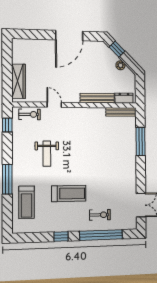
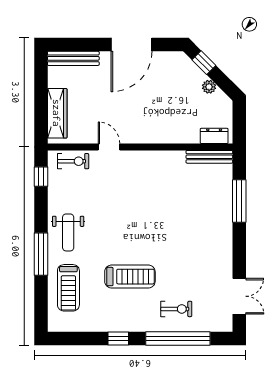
bench: (97, 98) -> (73, 58), moved
weight bench: (47, 154) -> (68, 232), moved

